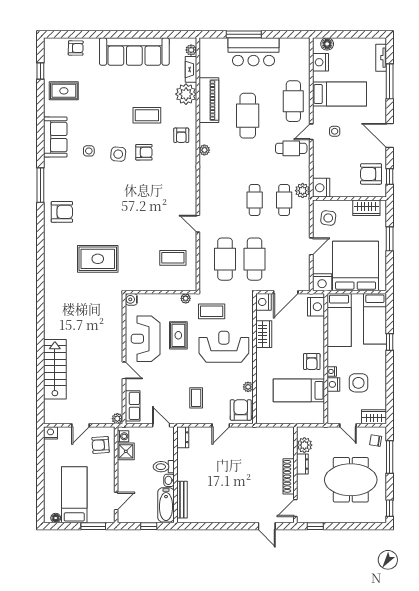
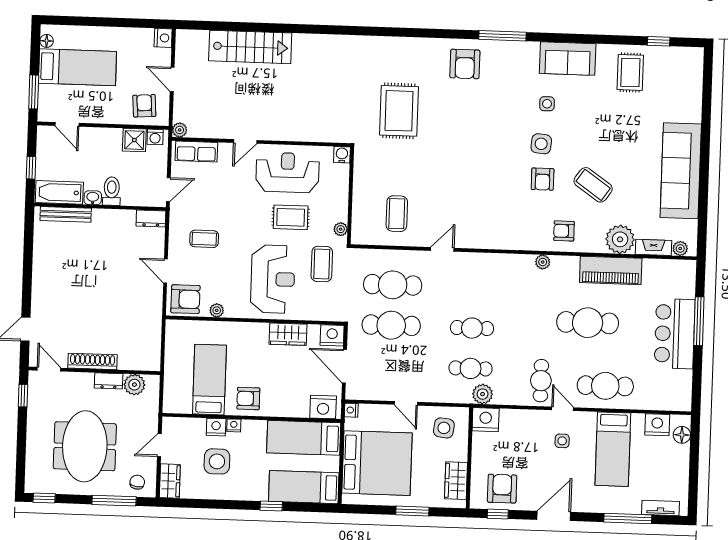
armchair: (76, 48) -> (688, 91), removed
coffee table: (147, 115) -> (593, 185), turned -55
nightstand: (322, 282) -> (351, 410), width x0.53, depth x0.56

